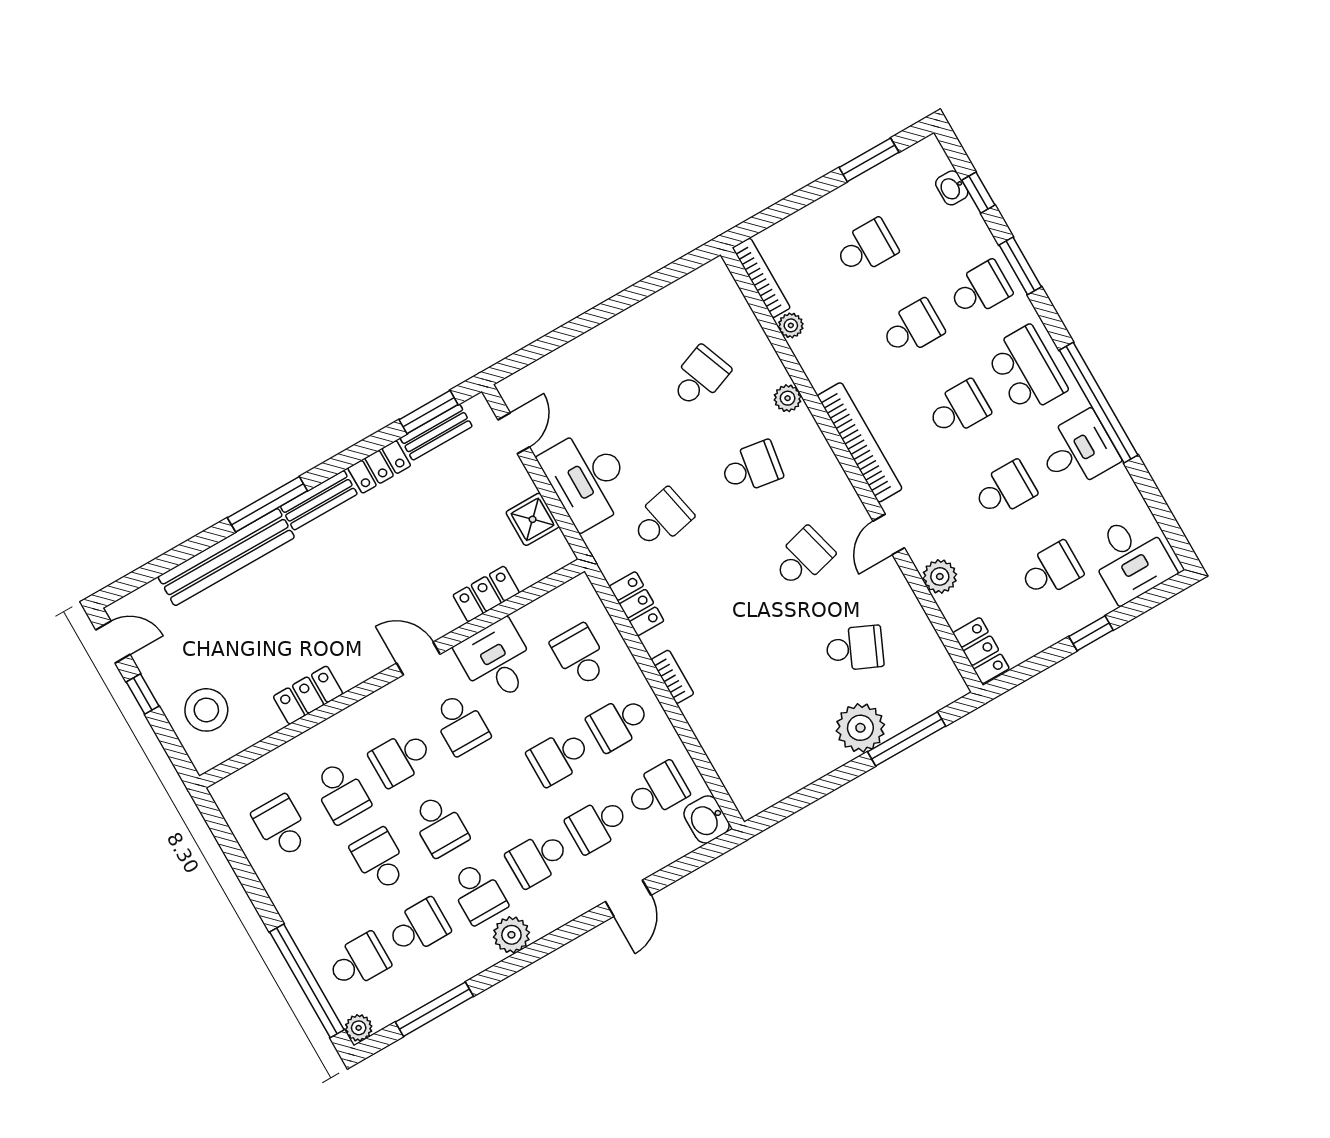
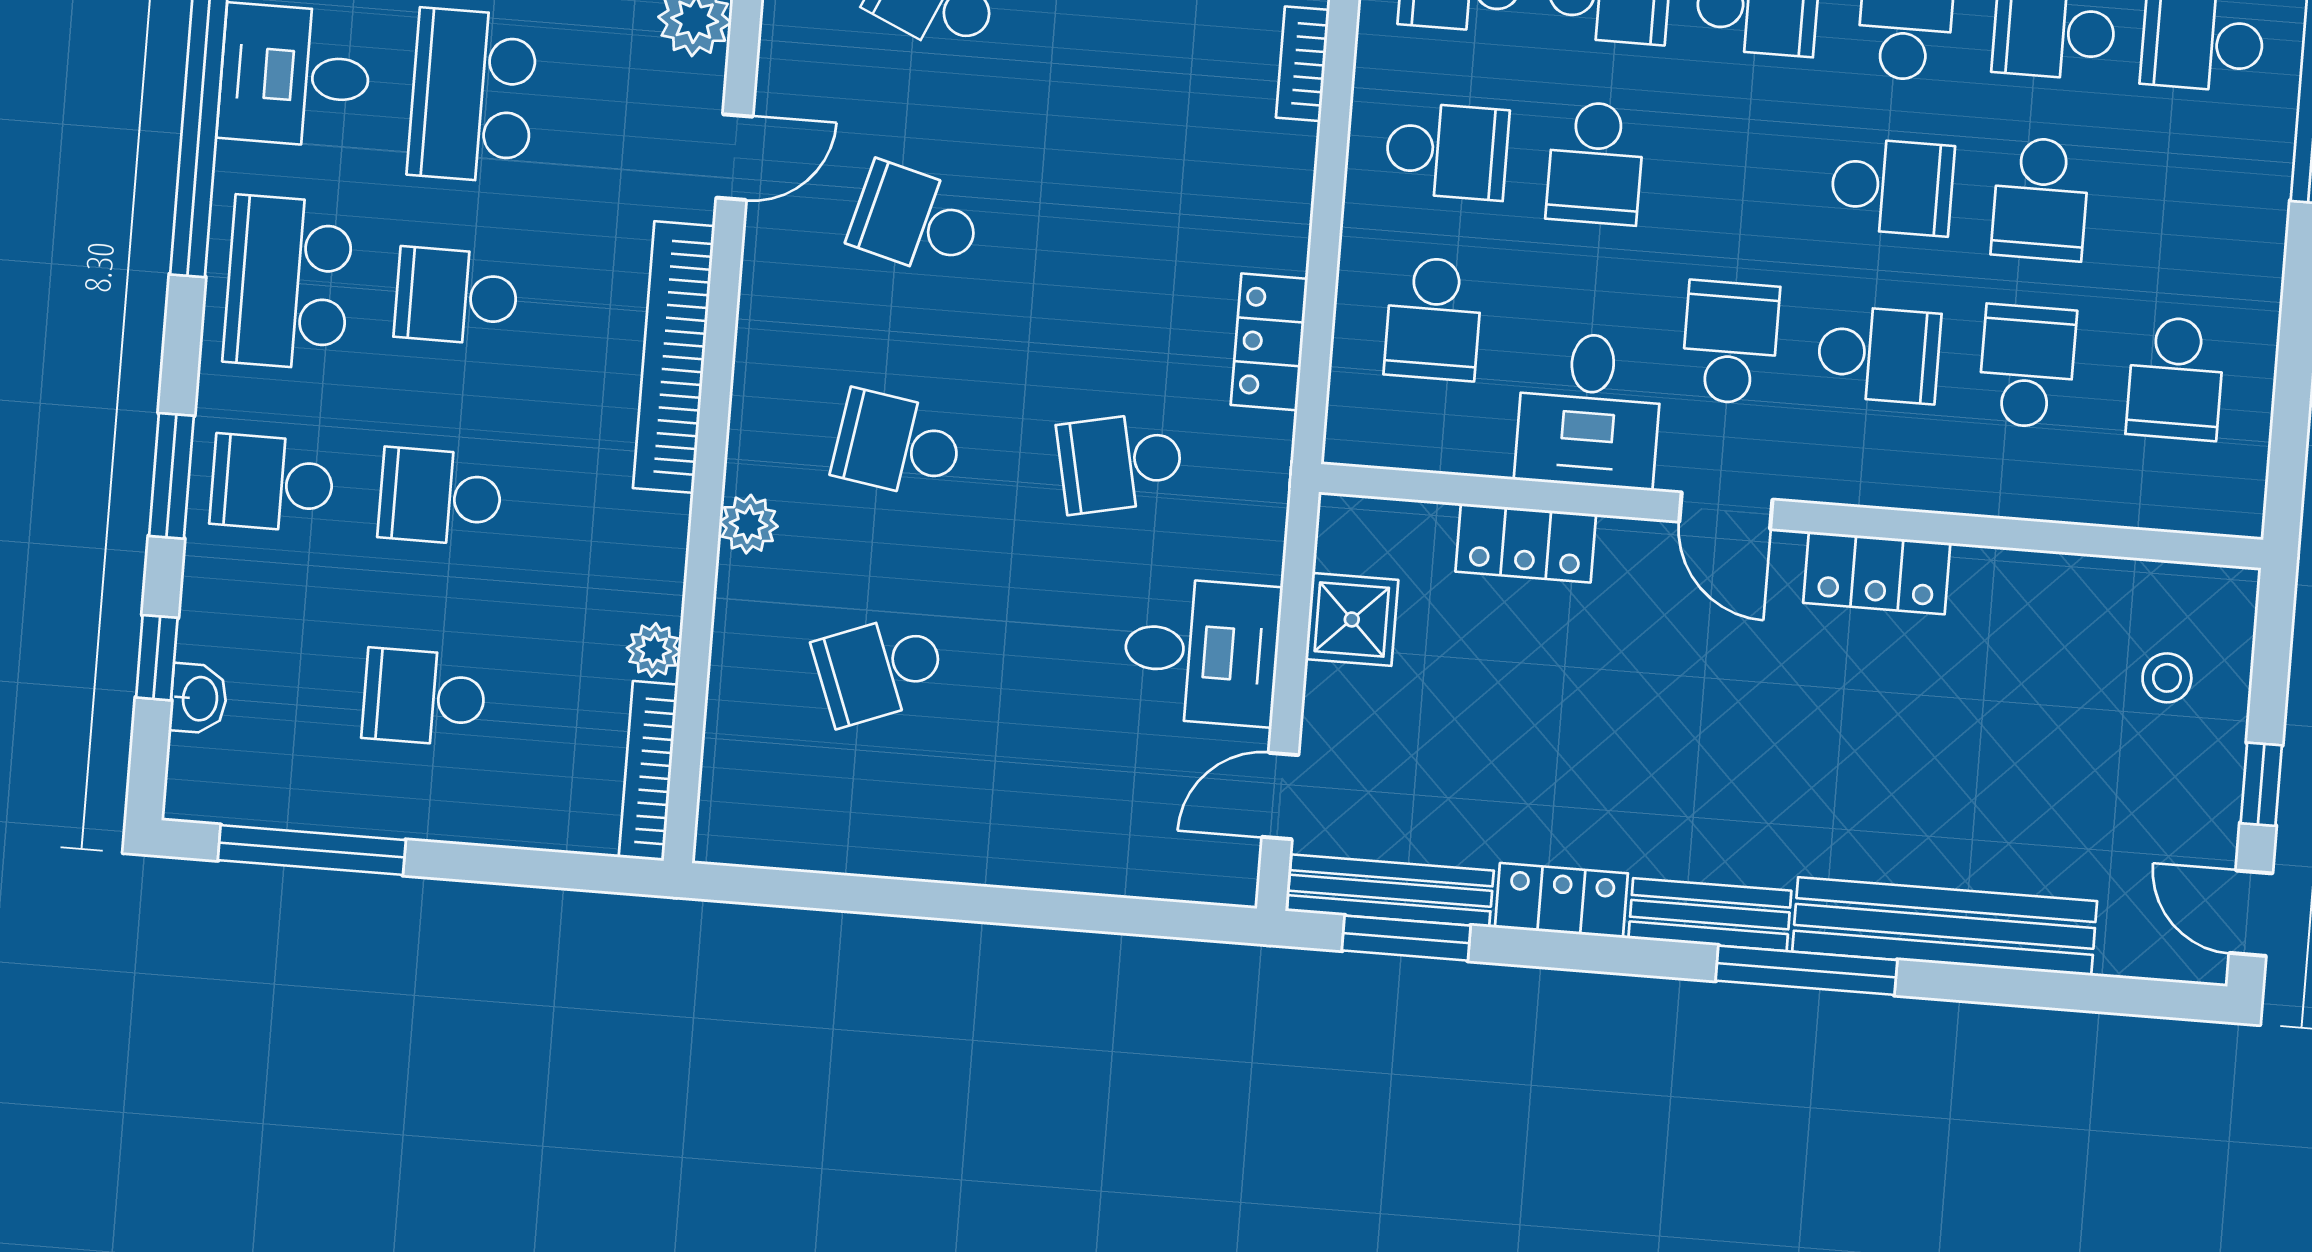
window: (869, 160) -> (312, 850), width x1.44
bench: (436, 432) -> (1390, 891), width x1.36
desk: (587, 478) -> (1202, 652), width x0.73
school desk: (1005, 489) -> (472, 96), width x1.85
school desk: (803, 558) -> (916, 220), turned 30
bookcase: (672, 677) -> (1303, 64), moved
locker: (308, 695) -> (1877, 573), moved
stool: (206, 710) -> (2167, 678), width x0.53, depth x0.53
school desk: (559, 757) -> (1595, 163), turned 90
school desk: (439, 825) -> (1892, 187), turned 90

